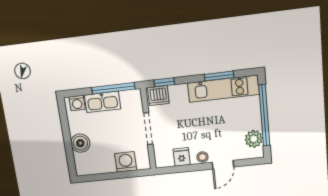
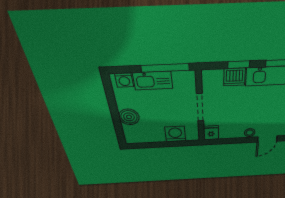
window: (164, 82) -> (239, 65), moved
dishwasher: (158, 96) -> (234, 77), moved
fridge: (182, 157) -> (211, 133), moved

